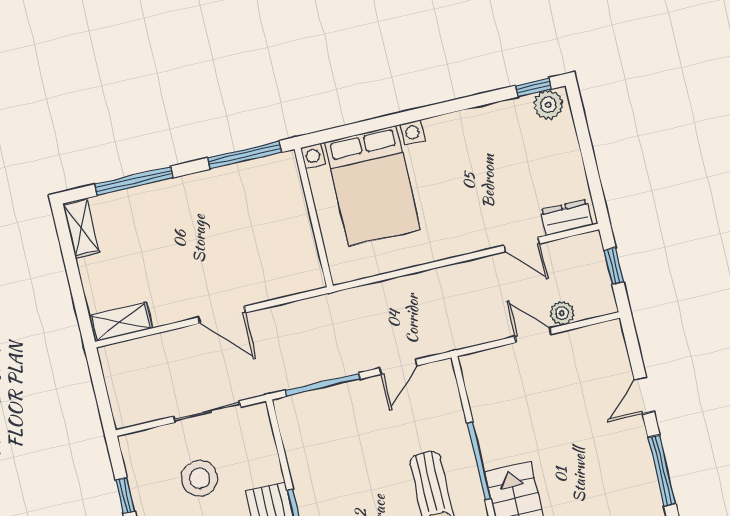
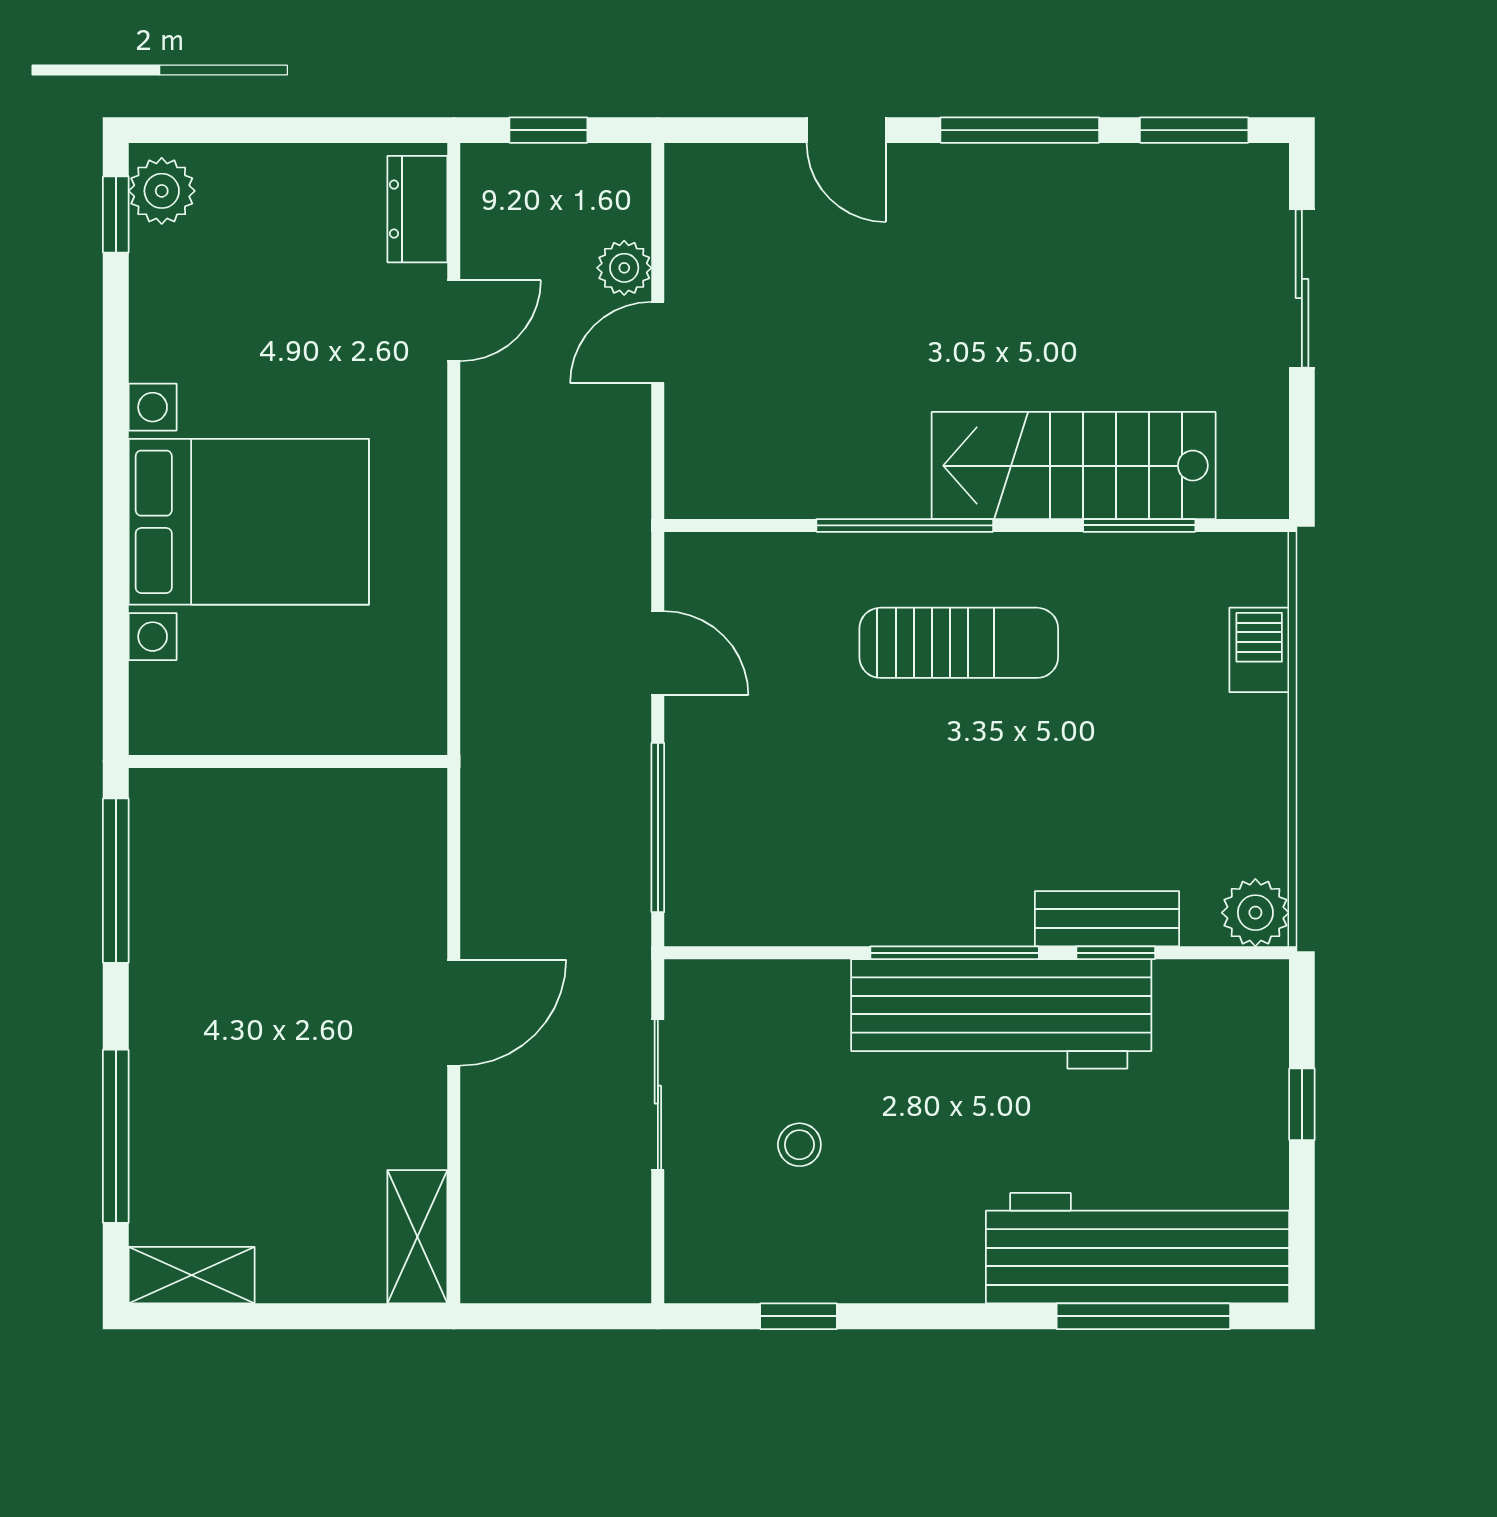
bed with nightstands: (372, 186) -> (249, 522), moved
stool: (200, 478) -> (799, 1145), width x0.53, depth x0.53

